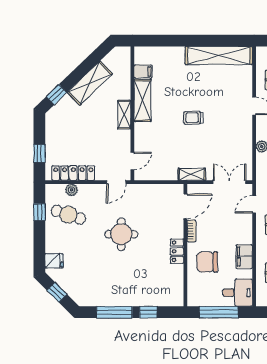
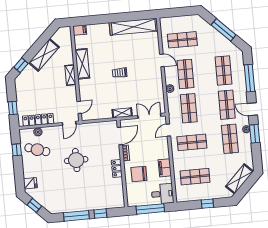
filing cabinet: (143, 71) -> (80, 30), moved

